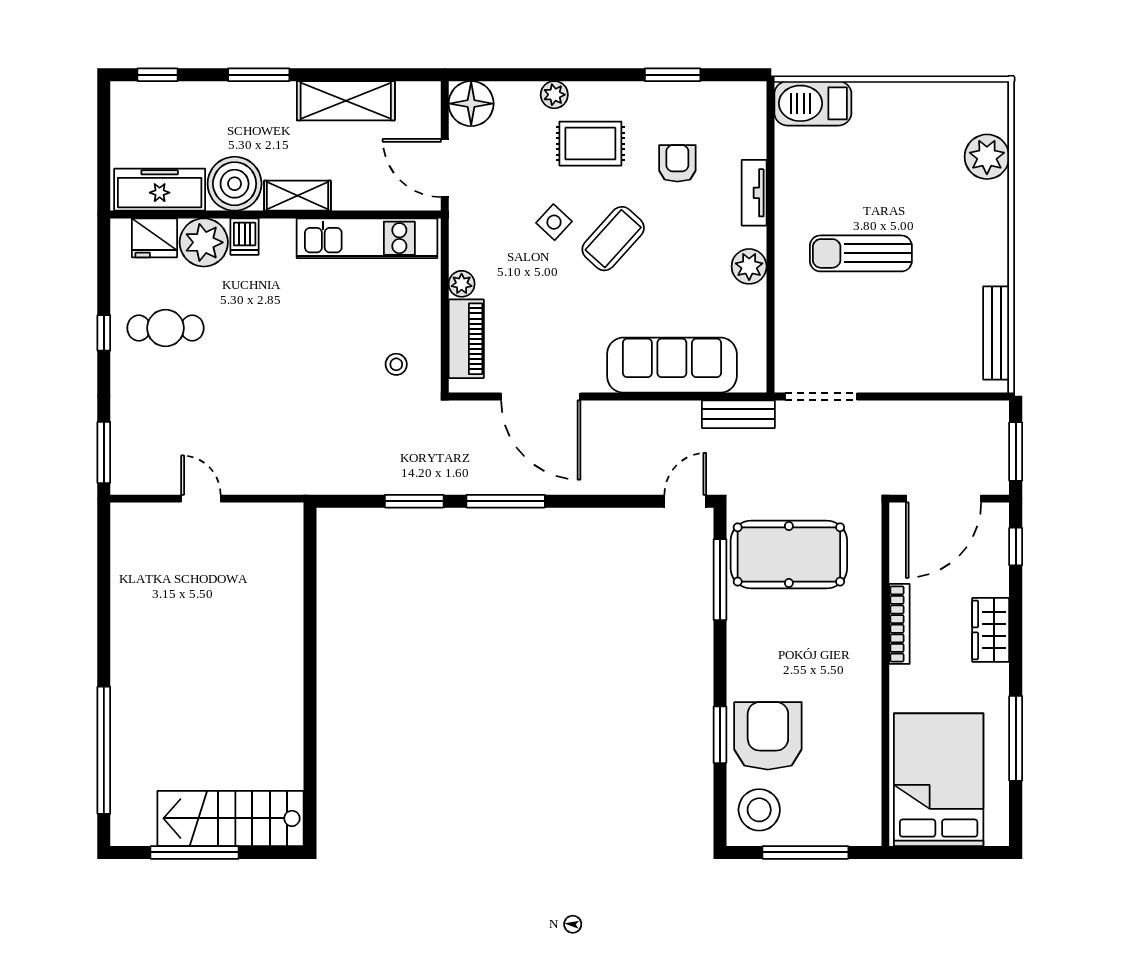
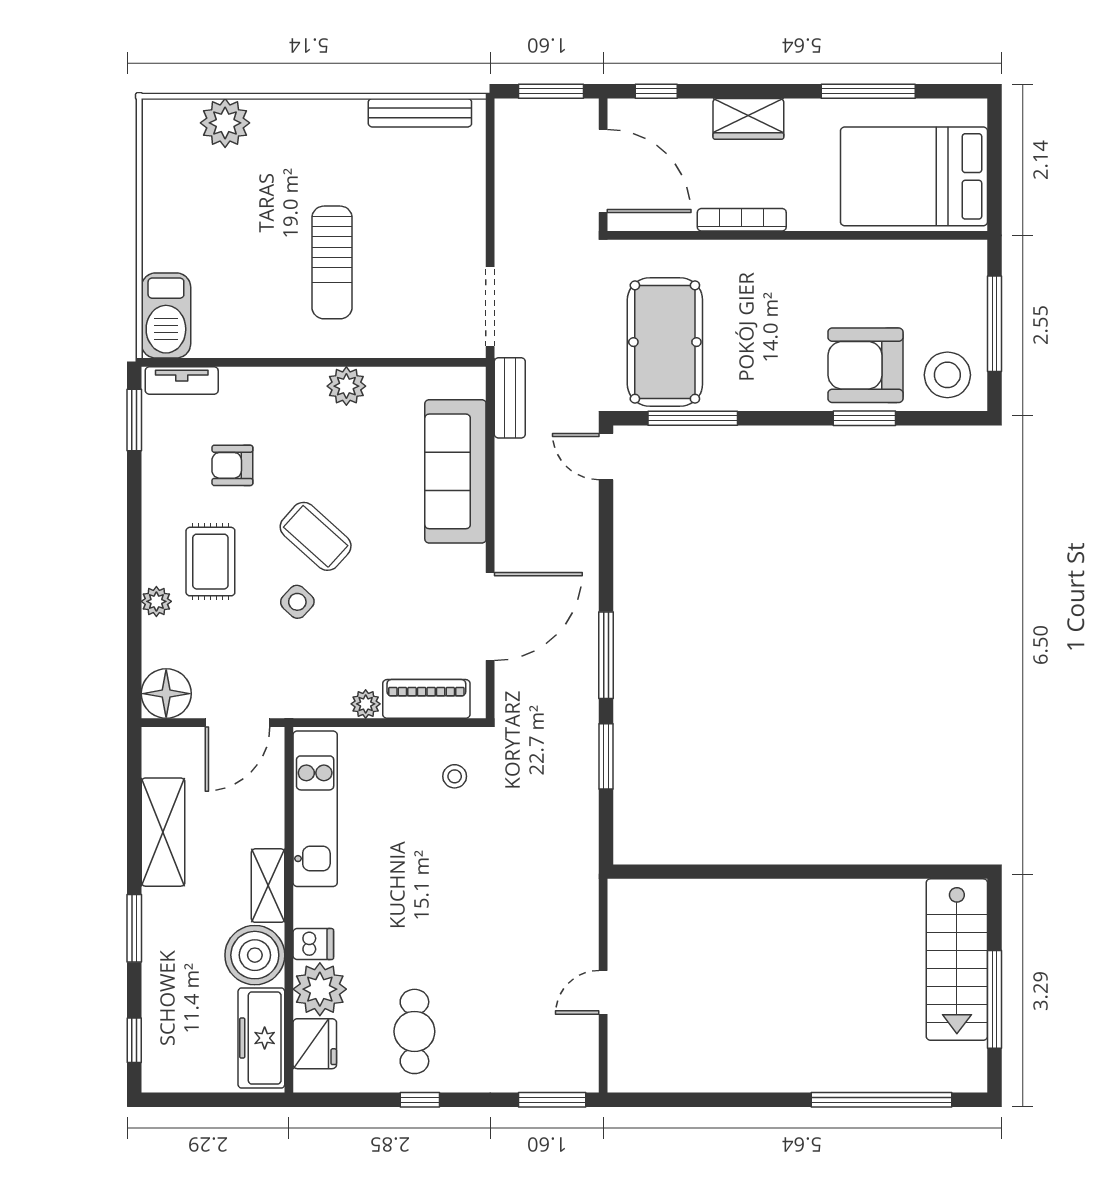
window: (673, 75) -> (134, 420), moved
tv unit: (754, 193) -> (182, 381), moved

